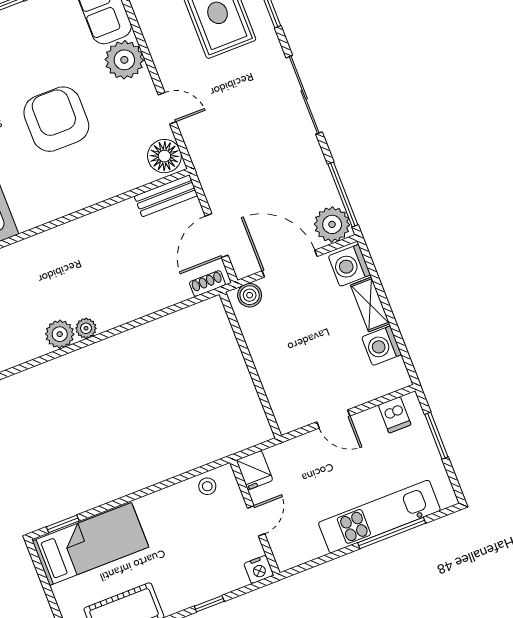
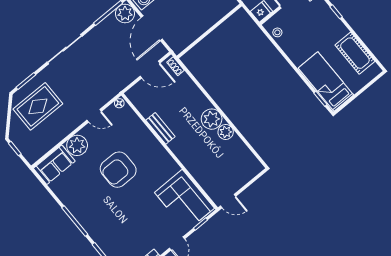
door: (167, 108) -> (94, 116), swing flipped
floor lamp: (164, 156) -> (119, 103), width x0.53, depth x0.53
bench: (166, 196) -> (160, 128), moved
boiler: (250, 295) -> (174, 43), removed
plant: (86, 328) -> (212, 119), width x1.88, depth x1.88

